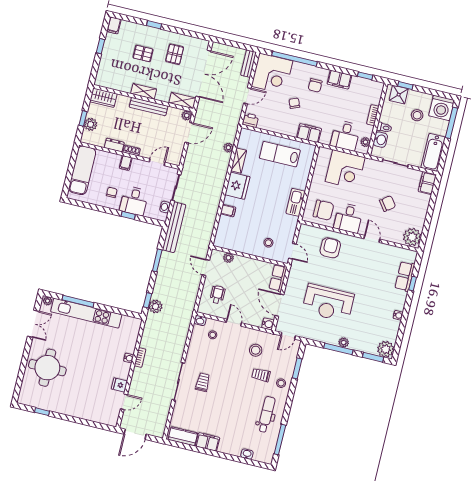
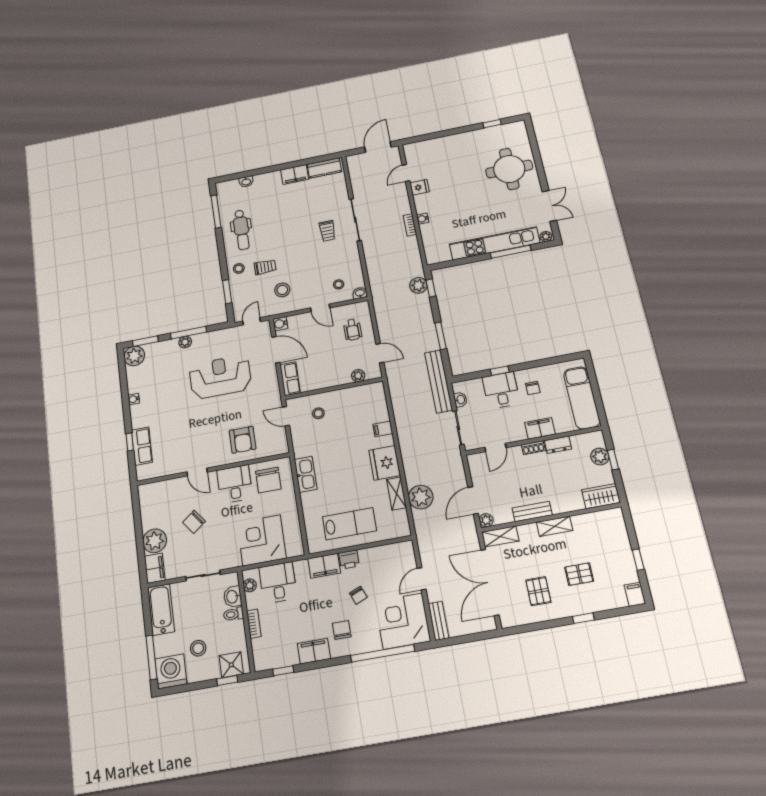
bench: (149, 107) -> (532, 511), width x0.73
printer: (251, 120) -> (349, 559), moved
plant: (228, 148) -> (421, 497), width x1.88, depth x1.88
filing cabinet: (126, 163) -> (540, 428), width x2.00
chair: (324, 210) -> (268, 480), turned -90
plant: (412, 237) -> (155, 541), moved
double door: (33, 324) -> (549, 206), swing flipped

